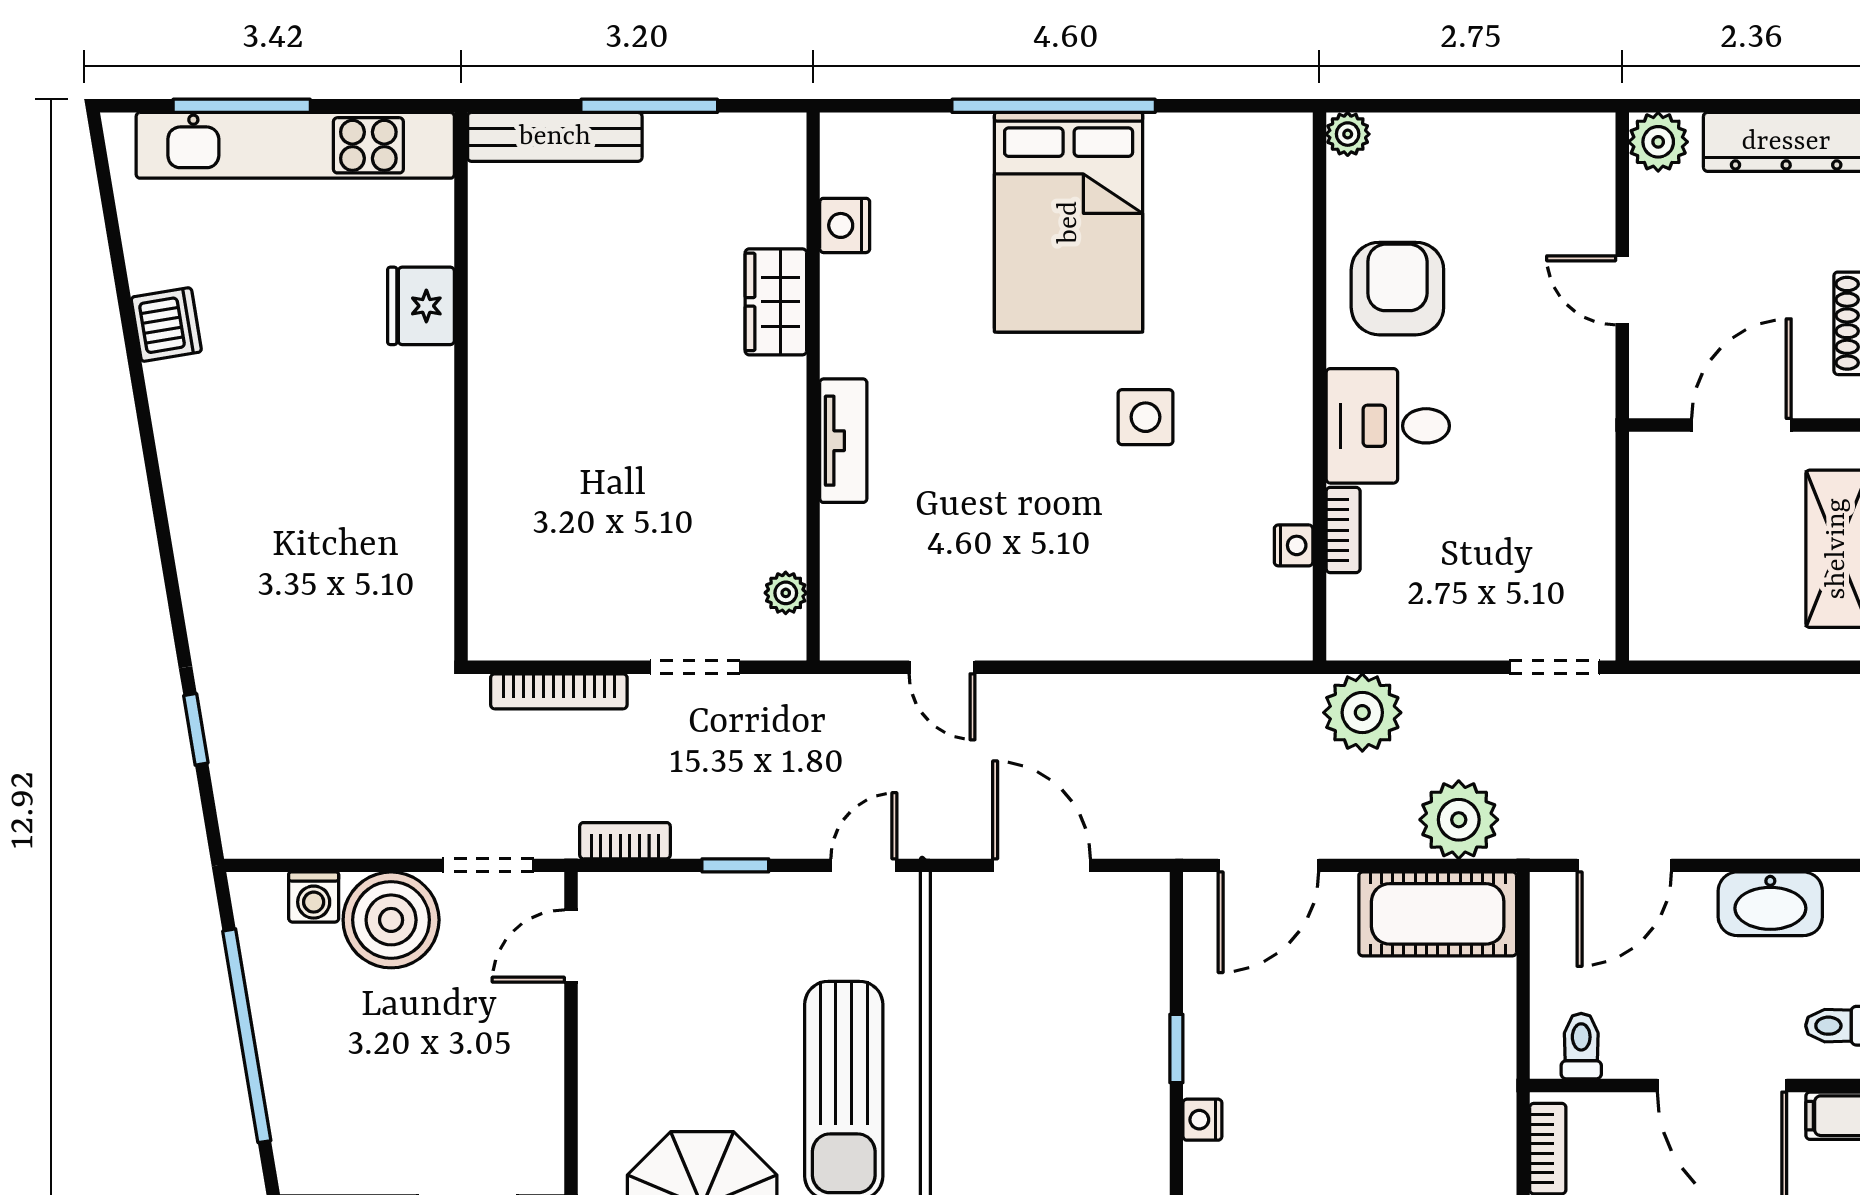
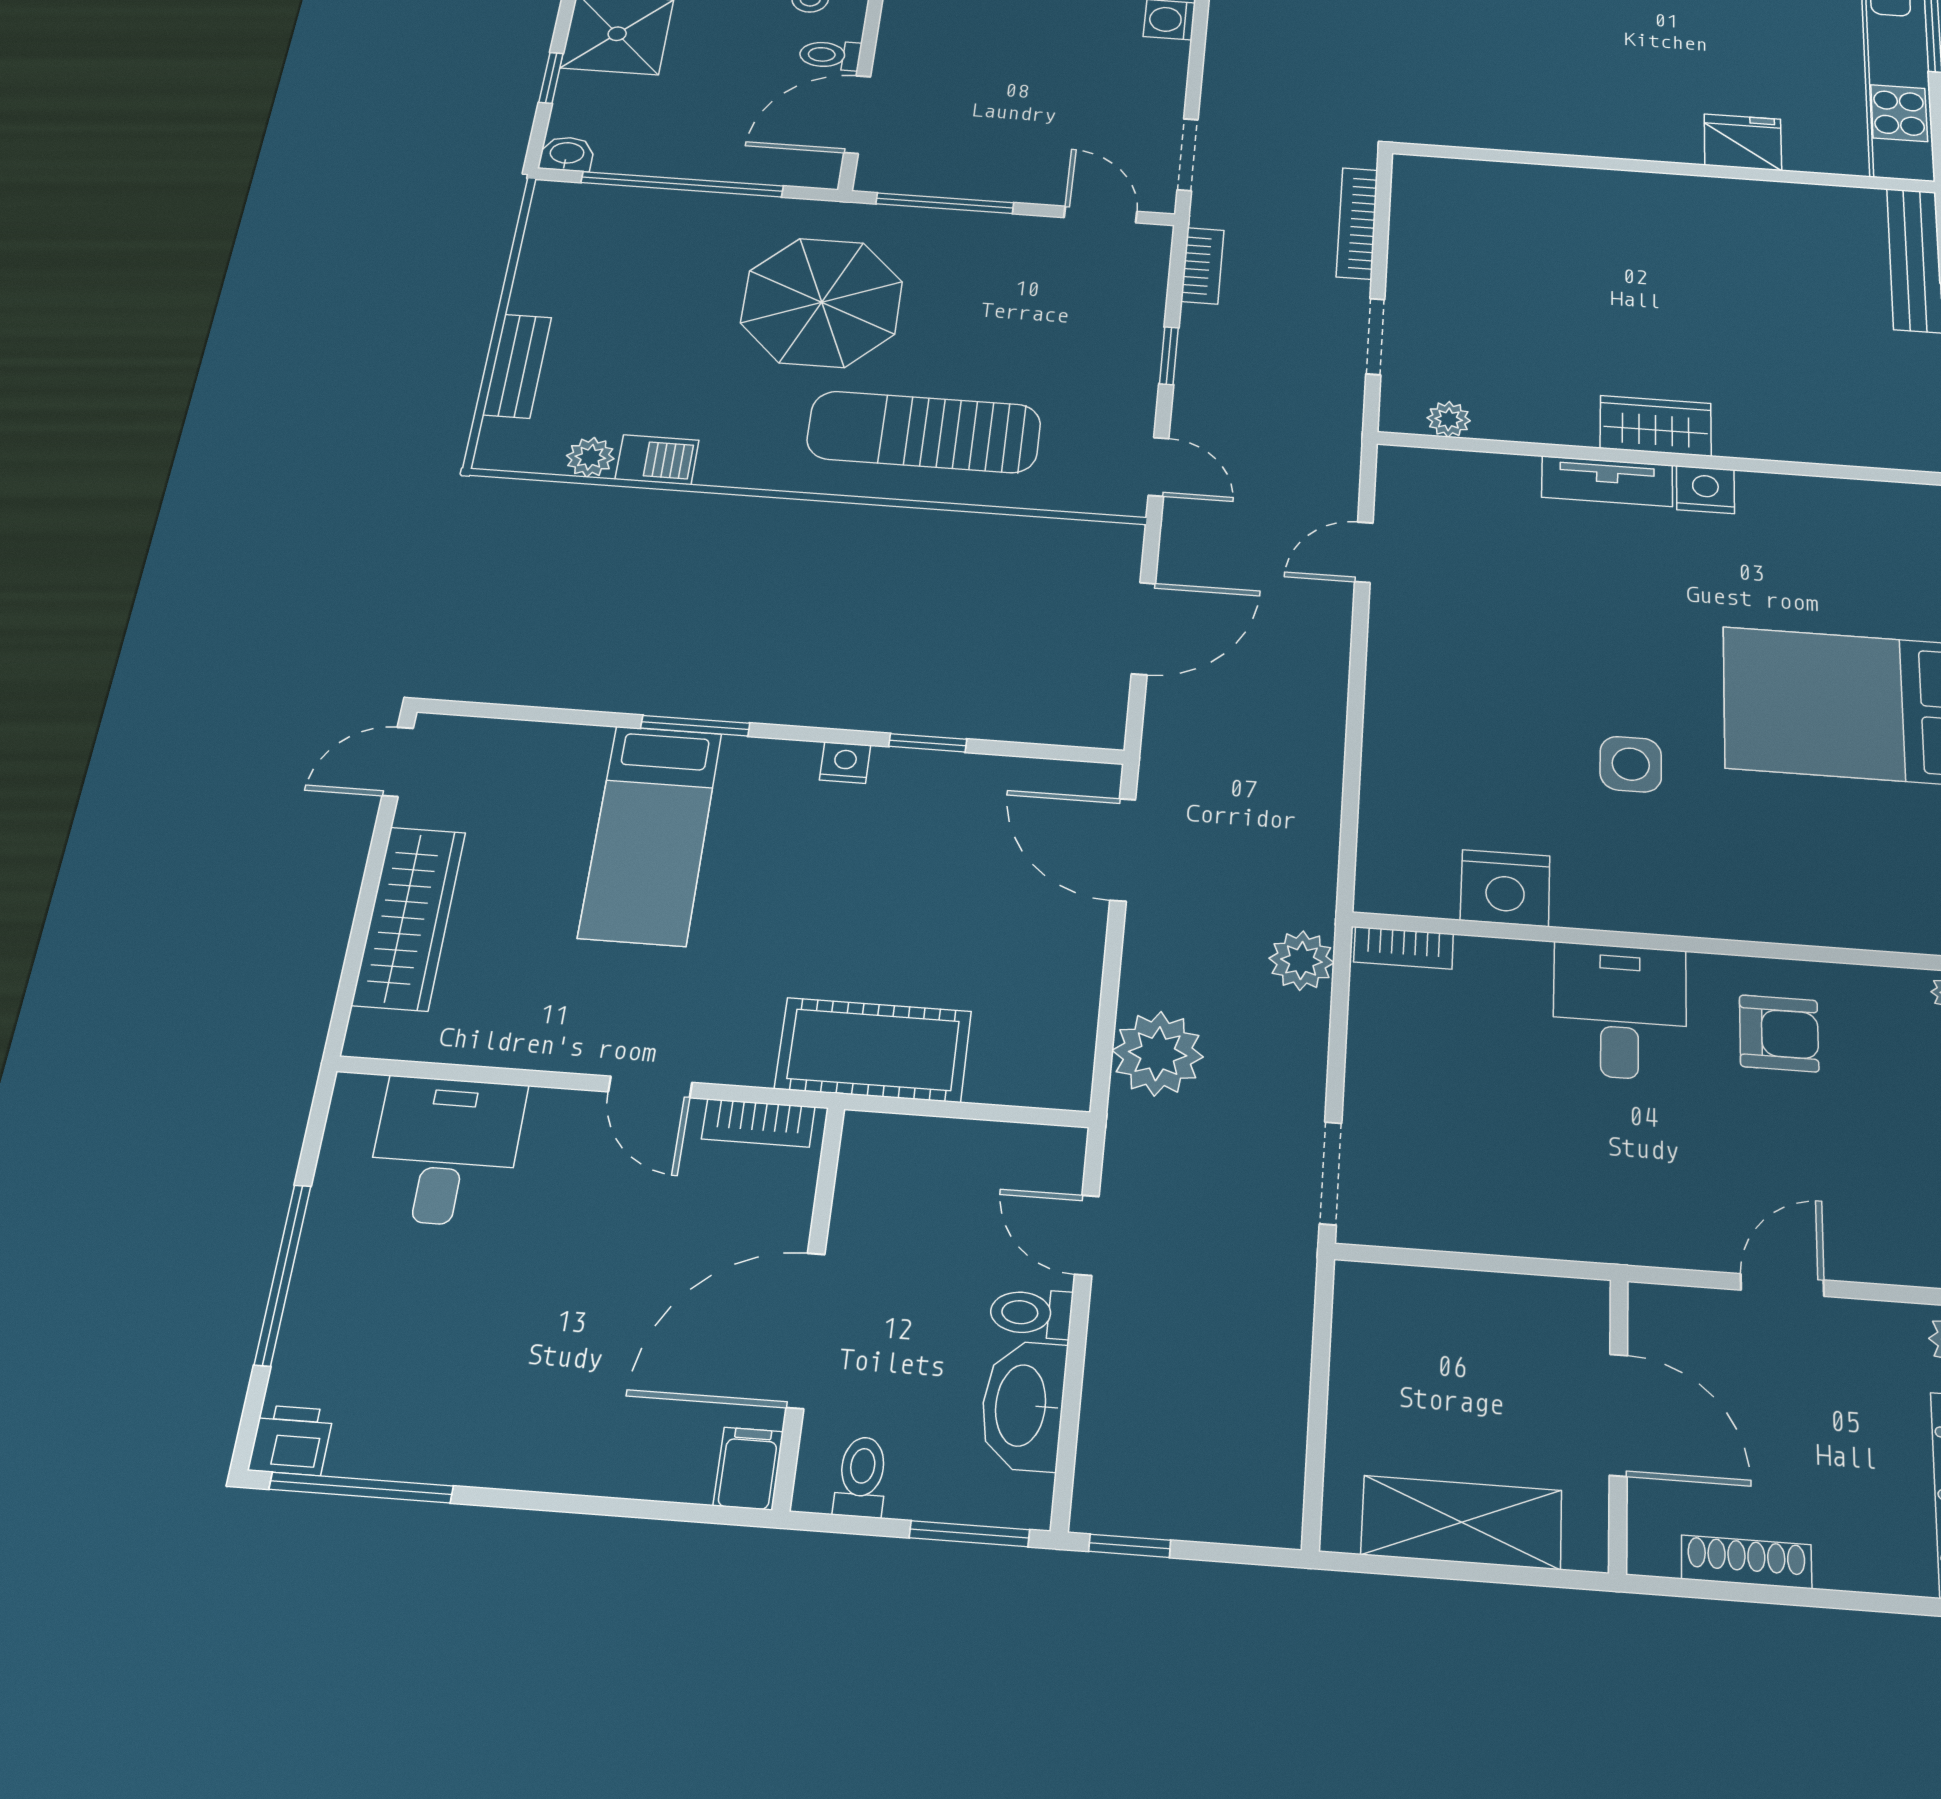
nightstand: (845, 225) -> (1705, 490), moved
armchair: (1397, 289) -> (1779, 1033), width x0.72, depth x0.72
wardrobe: (776, 302) -> (1656, 426), moved
bookcase: (1343, 530) -> (1404, 948), moved
nightstand: (1294, 545) -> (1505, 888), width x1.89, depth x1.79
plant: (1362, 713) -> (1301, 961), width x0.73, depth x0.73
door: (1624, 865) -> (1087, 1235), width x0.73
cot: (1438, 914) -> (873, 1050), moved, turned 90
boiler: (391, 920) -> (1141, 76), removed
toilet: (1581, 1046) -> (1031, 1313), moved, turned 180
window: (571, 1101) -> (945, 203), added

